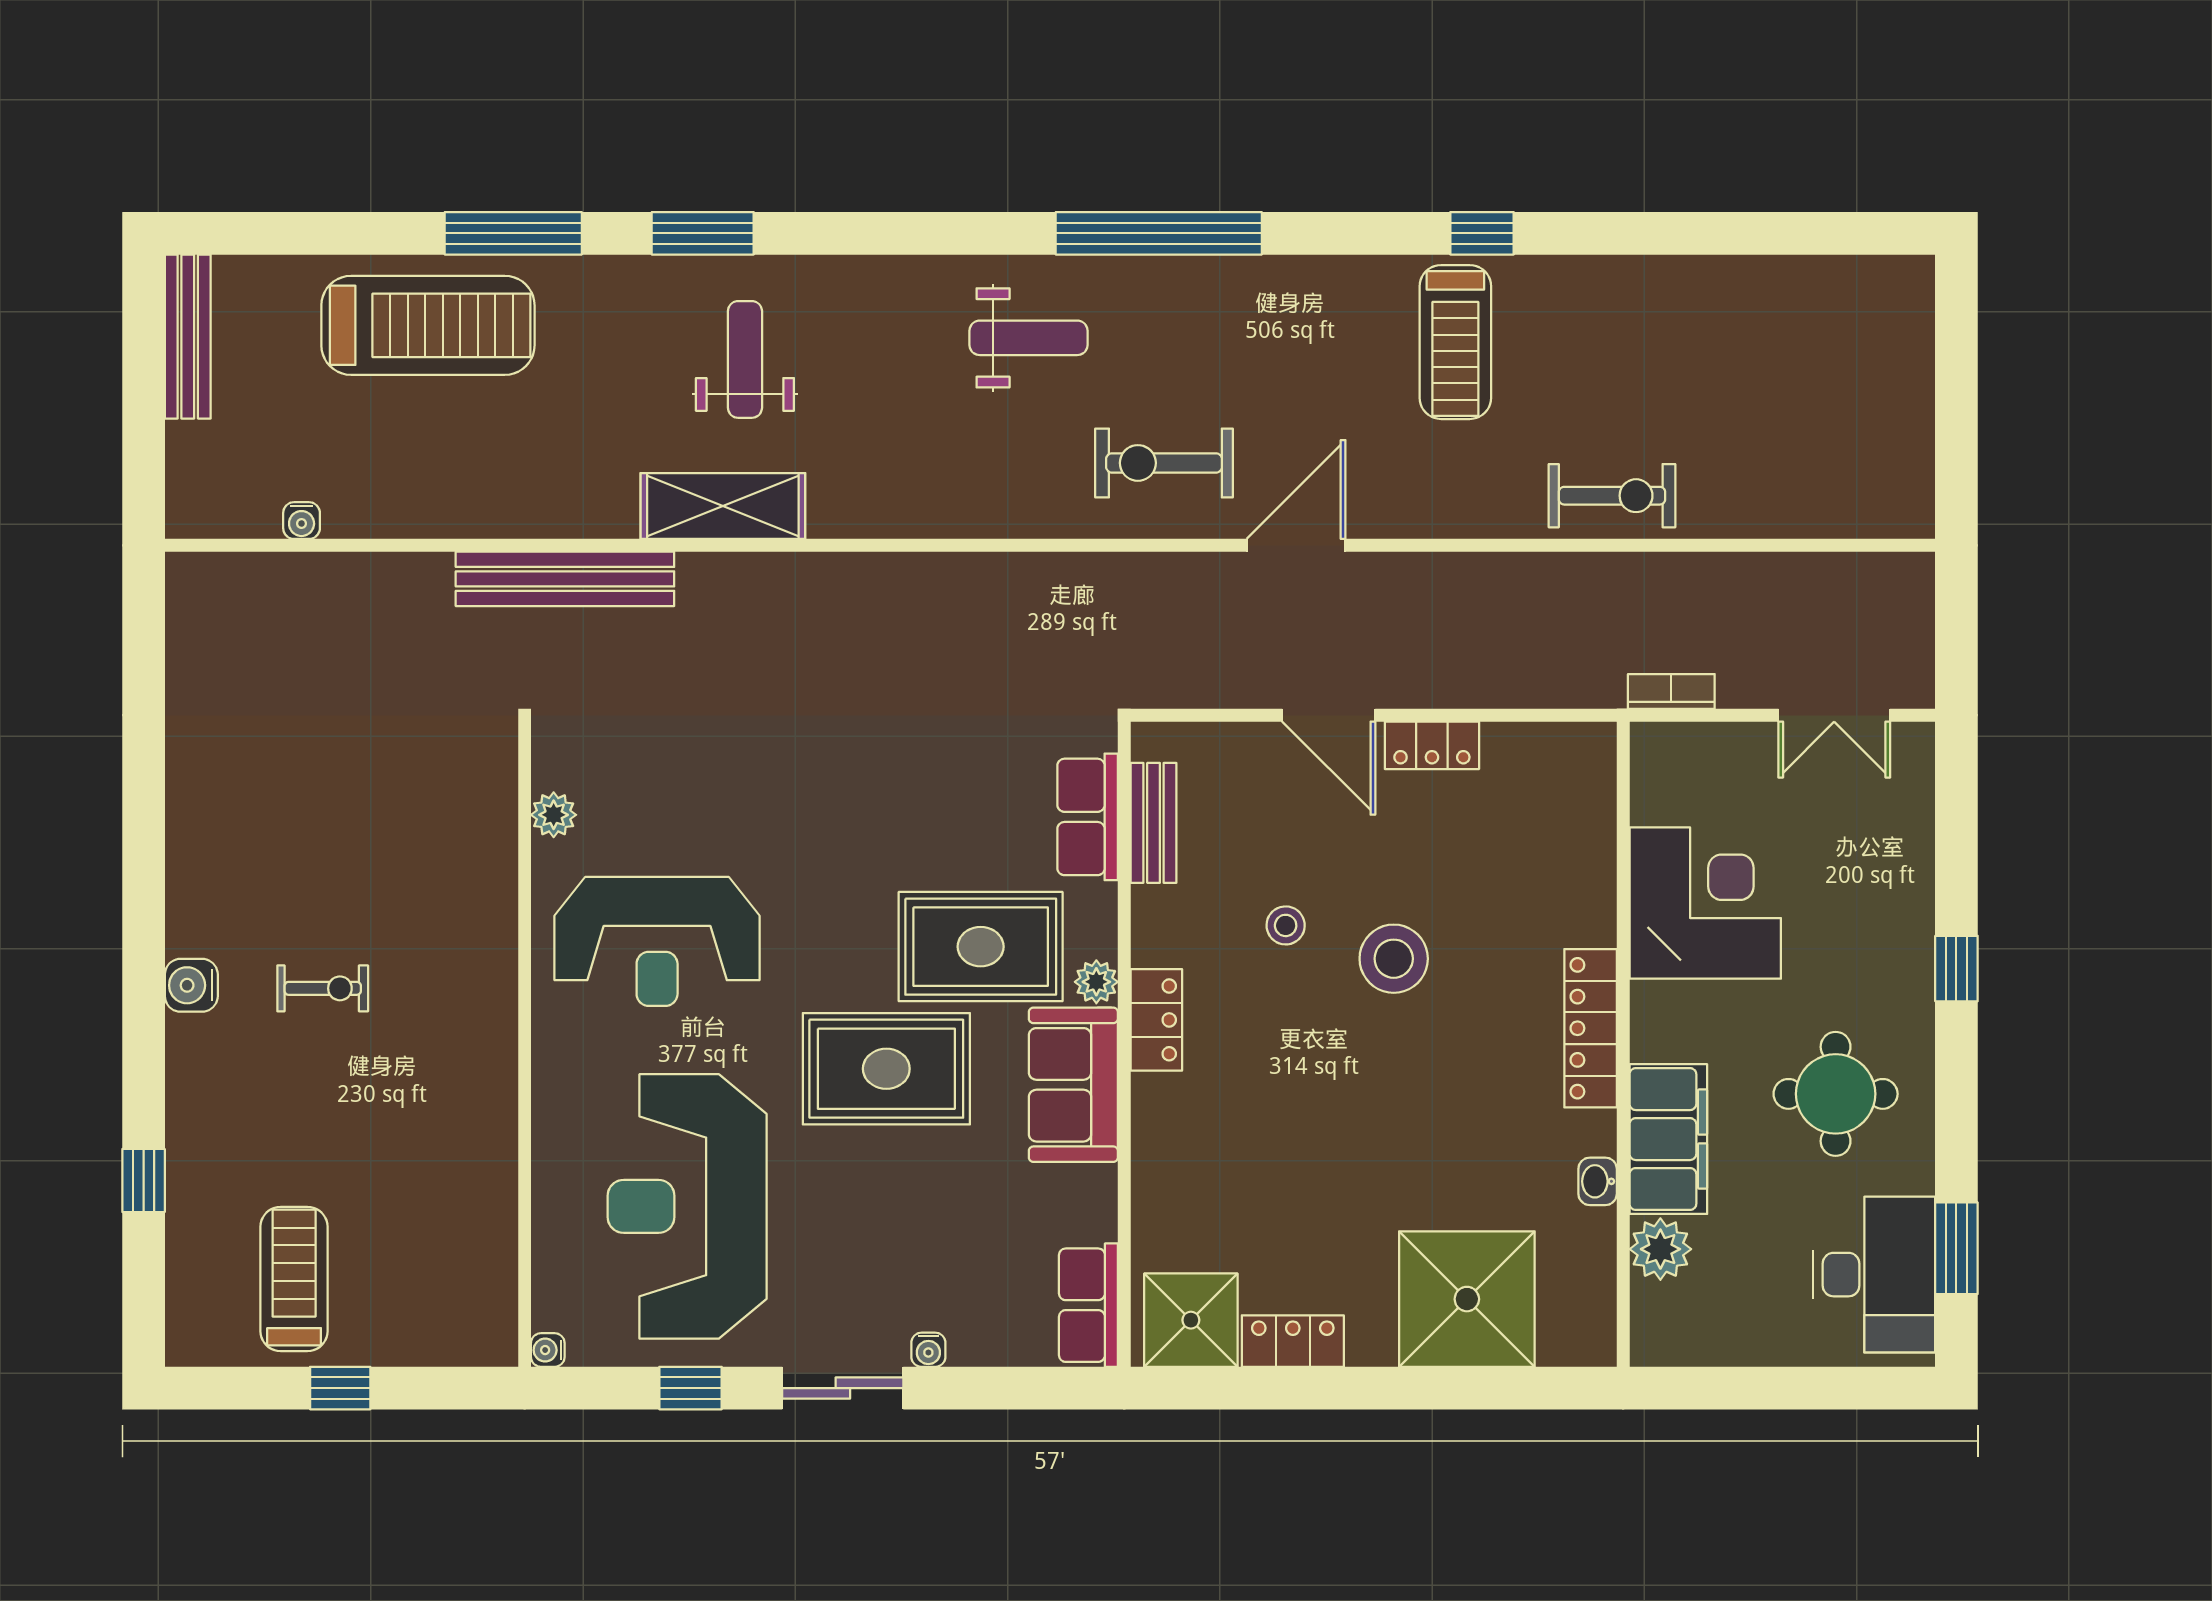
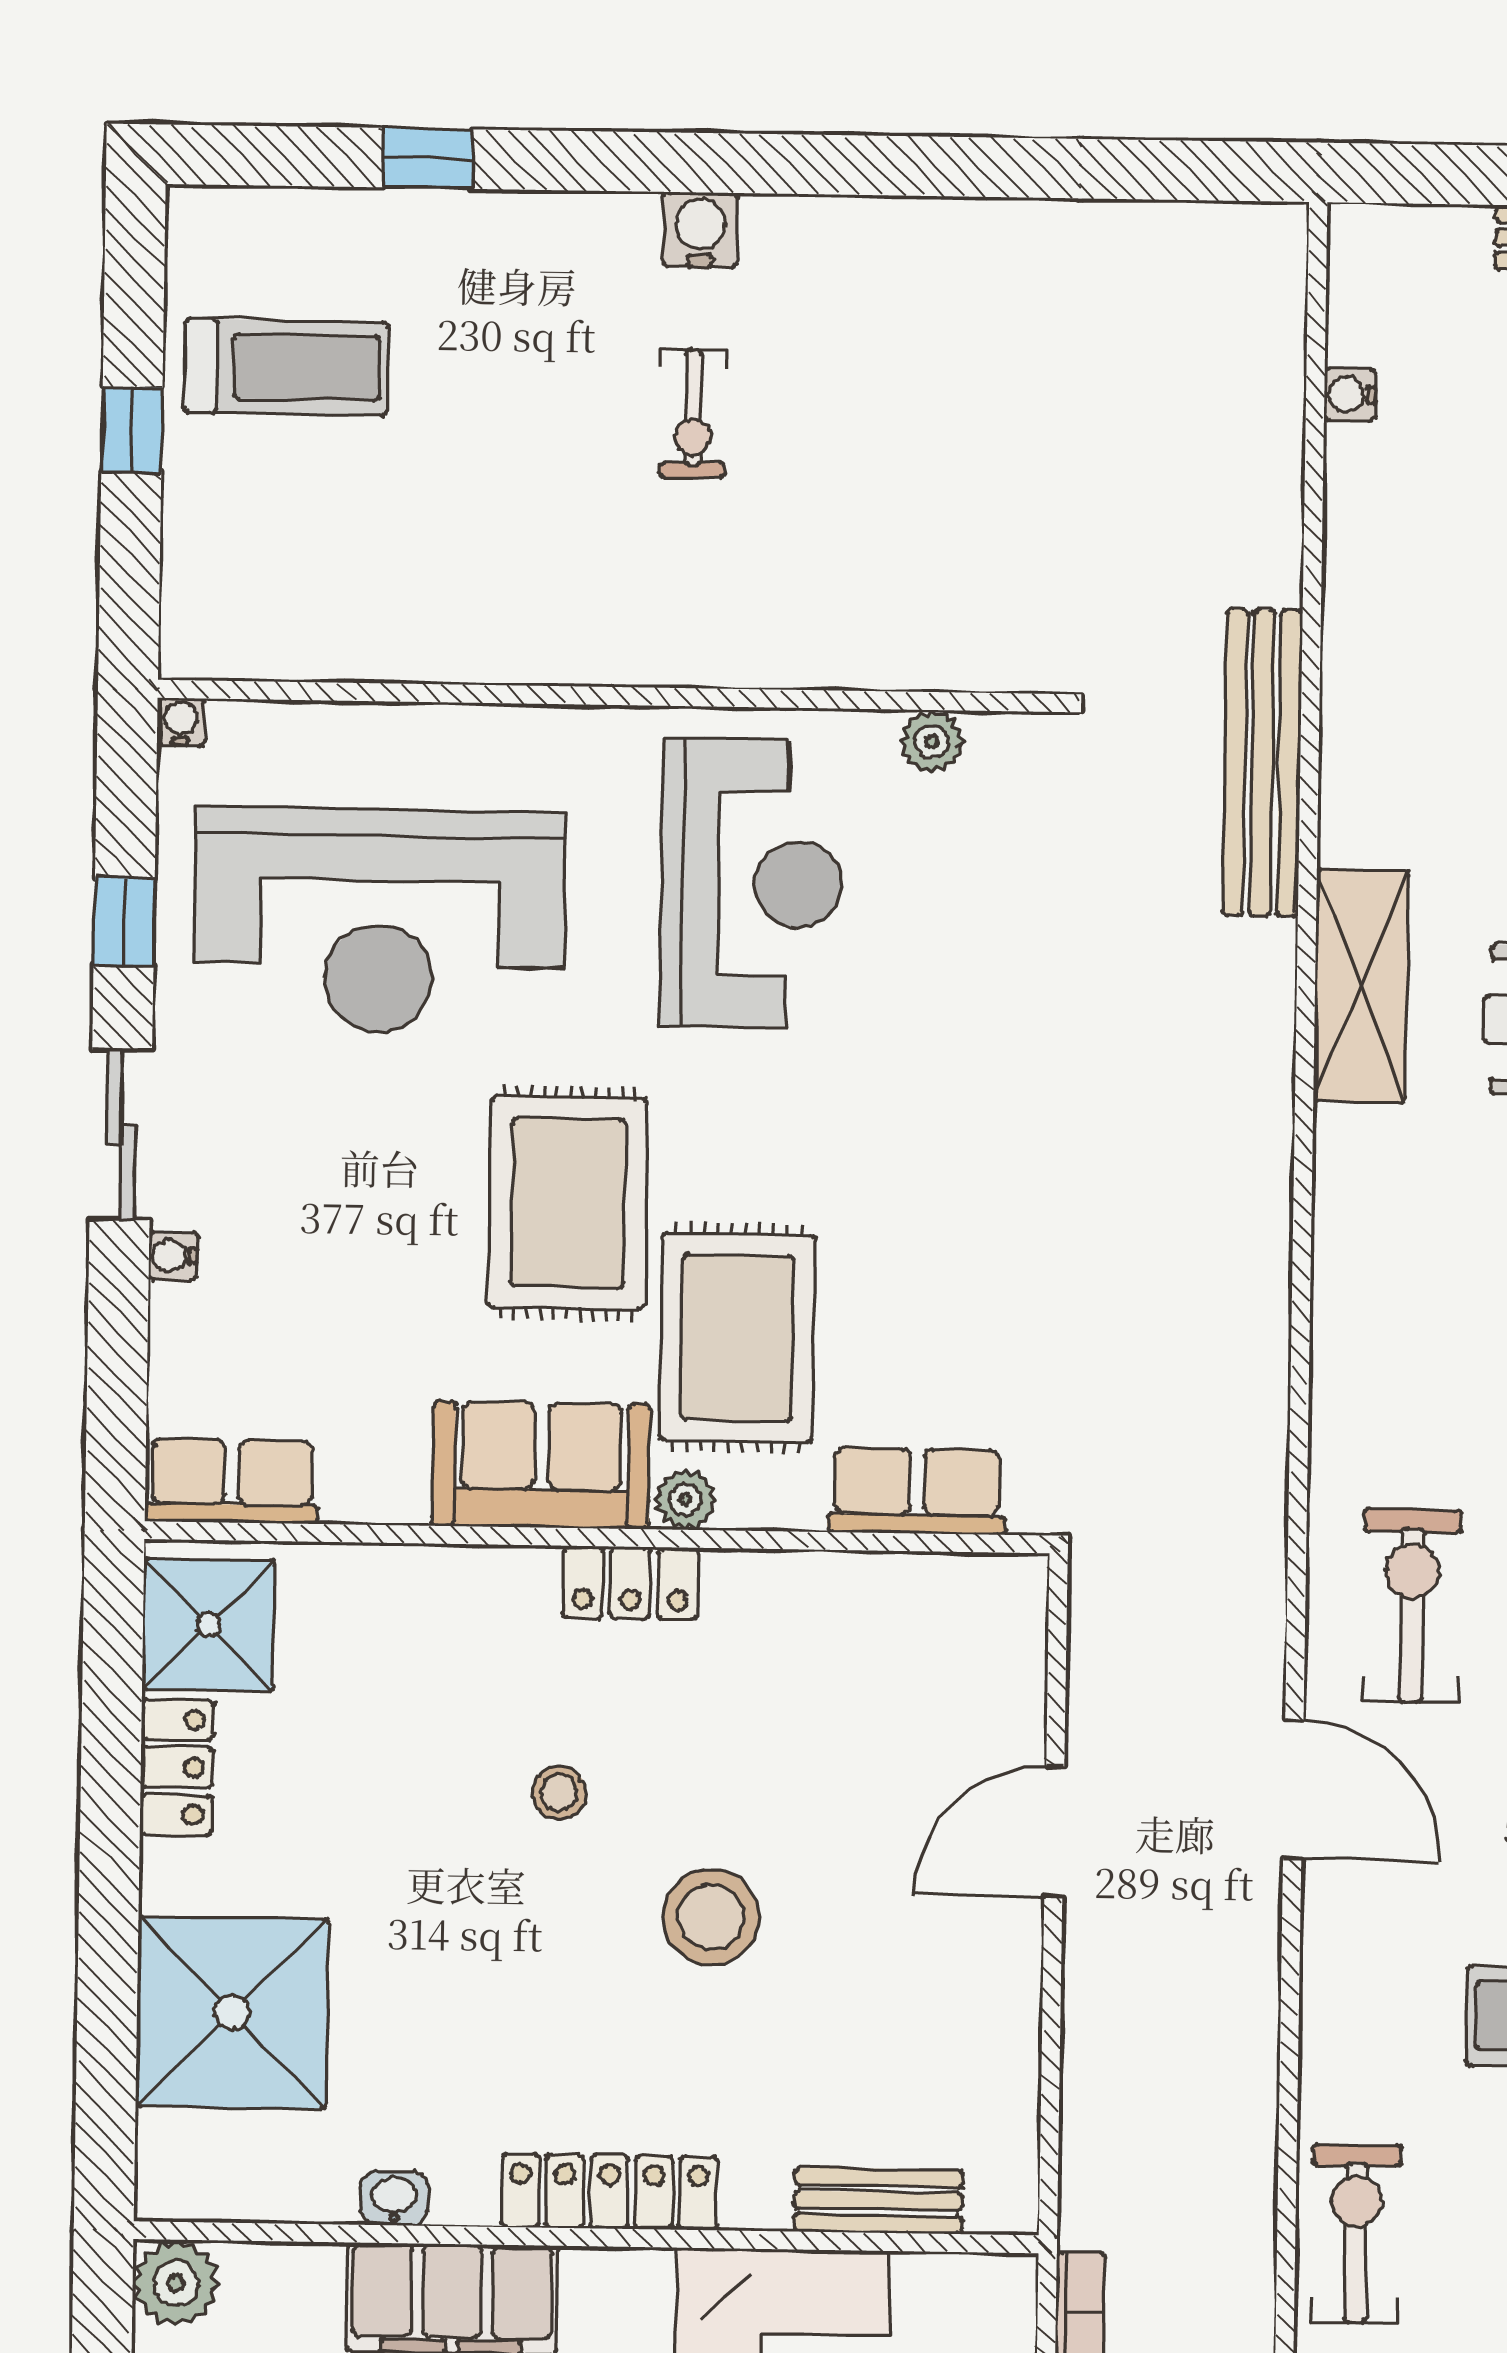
exercise bike: (1612, 496) -> (1356, 2234), turned 180
locker: (1432, 745) -> (1010, 1976), removed
bench: (1154, 823) -> (878, 2201), moved
stool: (1286, 925) -> (559, 1793), moved
reception desk: (657, 941) -> (752, 884), turned 180
reception desk: (687, 1206) -> (379, 920), turned 180
plant: (1660, 1249) -> (176, 2283), moved

